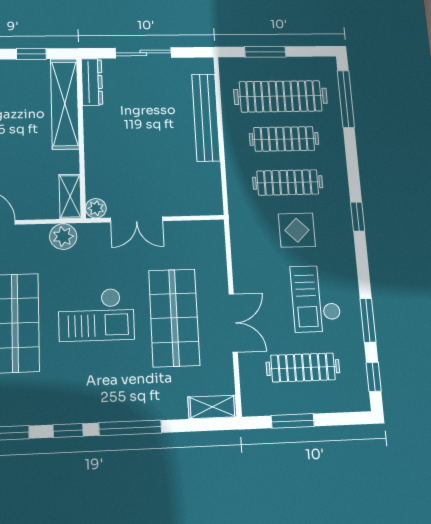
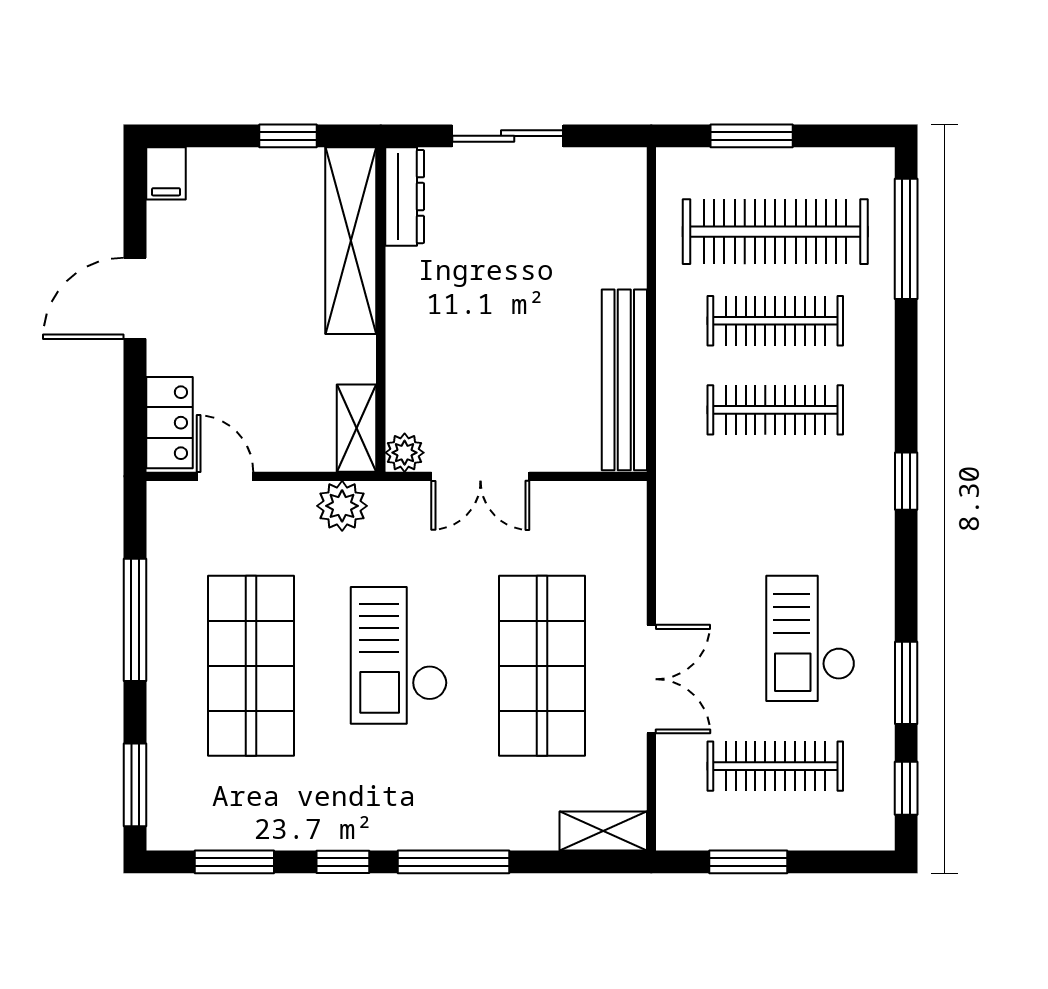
bench: (206, 117) -> (624, 380), moved
display table: (297, 230) -> (785, 505), removed
checkout: (96, 315) -> (399, 655), turned 90

